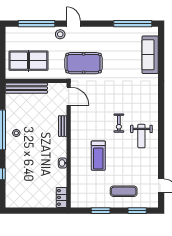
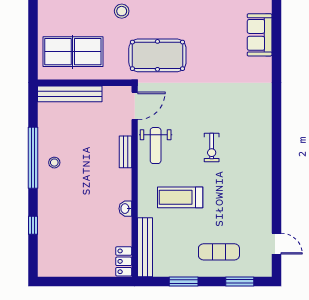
sofa: (150, 55) -> (260, 35), width x0.73
door: (69, 96) -> (135, 106), hinge flipped
weight bench: (141, 136) -> (156, 146), moved
treadmill: (98, 156) -> (180, 197), turned 90
bench: (75, 188) -> (145, 247), added

